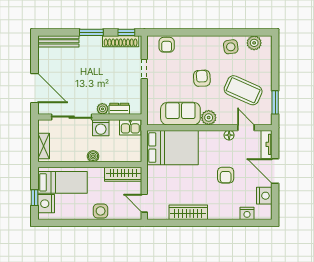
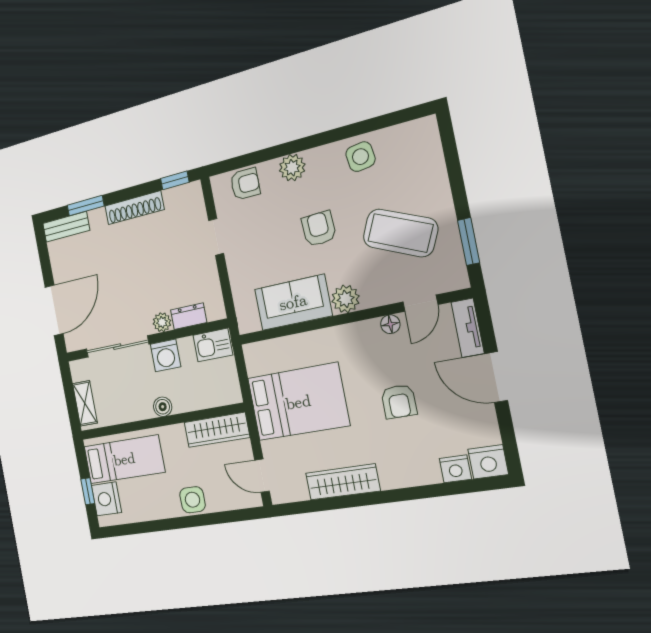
window: (91, 32) -> (86, 206), moved
bench: (58, 41) -> (66, 227), width x0.73
shoe rack: (121, 41) -> (134, 208), moved
plant: (254, 43) -> (292, 168), moved
armchair: (167, 45) -> (245, 184), turned -90
door: (35, 88) -> (54, 310), hinge flipped
door: (246, 128) -> (420, 303), swing flipped
bed: (173, 148) -> (298, 402), moved
nightstand: (264, 196) -> (488, 462), moved, turned 90

